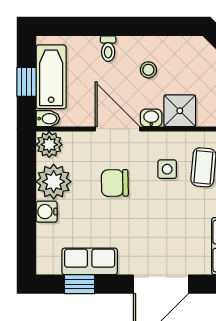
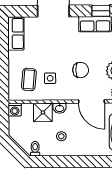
toilet: (108, 49) -> (35, 149), moved
door: (117, 129) -> (91, 102), moved

